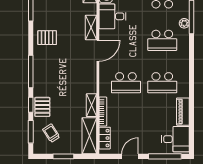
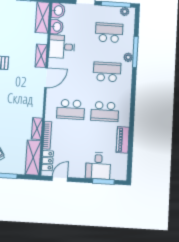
school desk: (162, 40) -> (107, 72), turned 180
desk: (175, 139) -> (98, 166), moved, turned 90
door: (130, 156) -> (60, 179), moved
window: (165, 156) -> (103, 182), width x0.69

